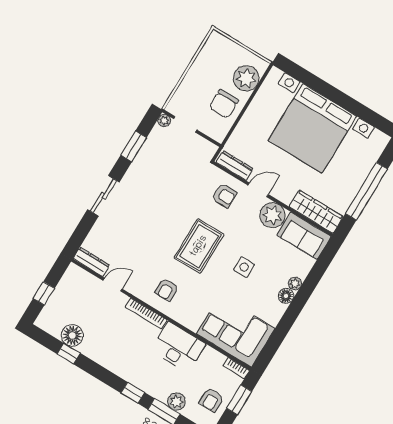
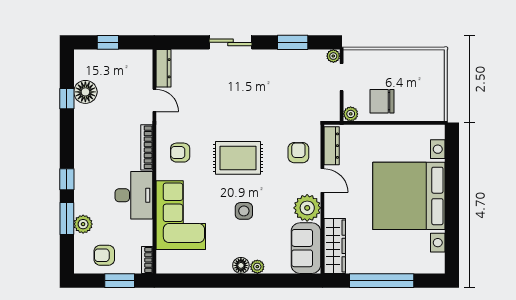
plant: (246, 78) -> (351, 114), moved, width x0.53, depth x0.53
armchair: (224, 195) -> (298, 153), turned 180
corner sofa: (236, 331) -> (181, 215), moved

